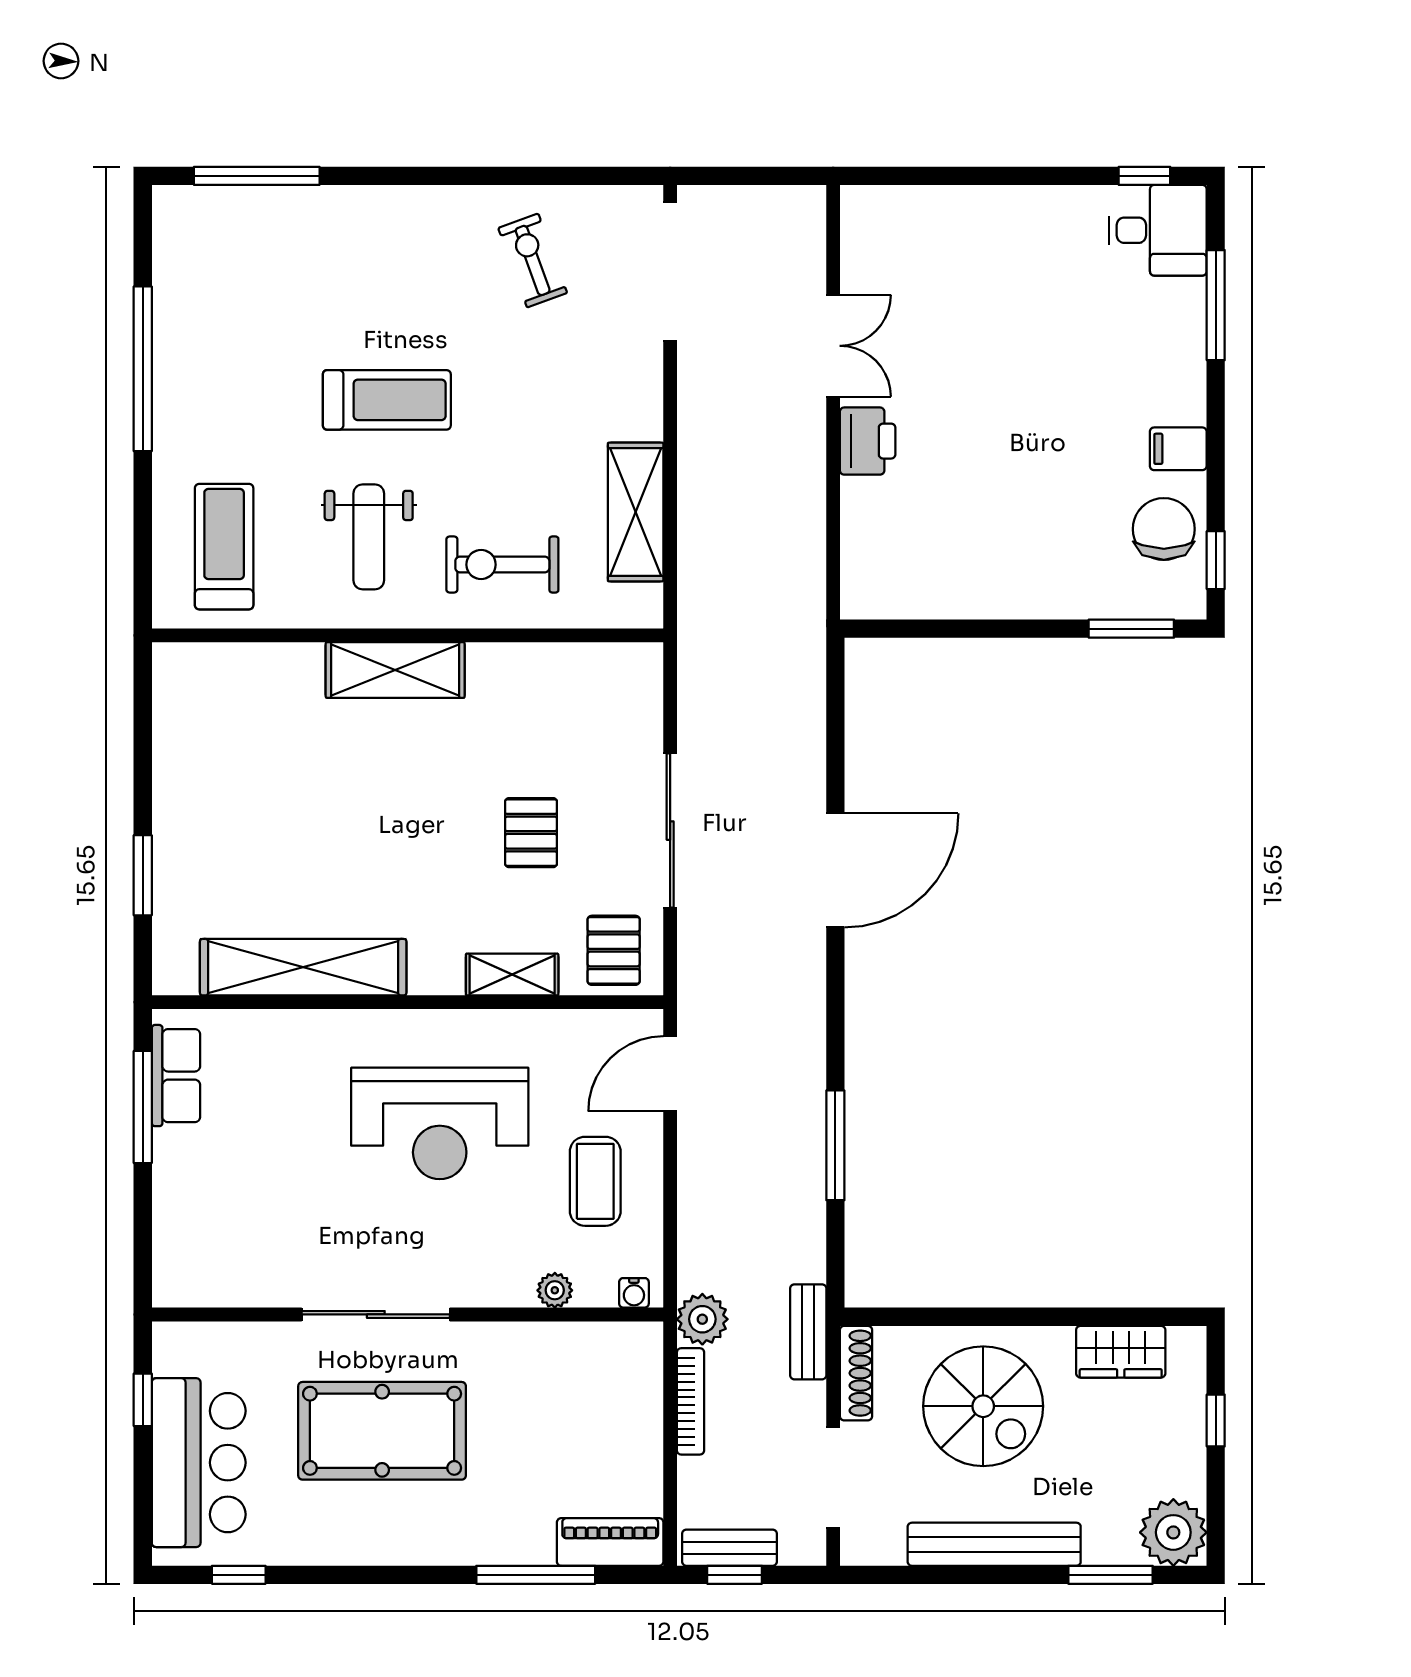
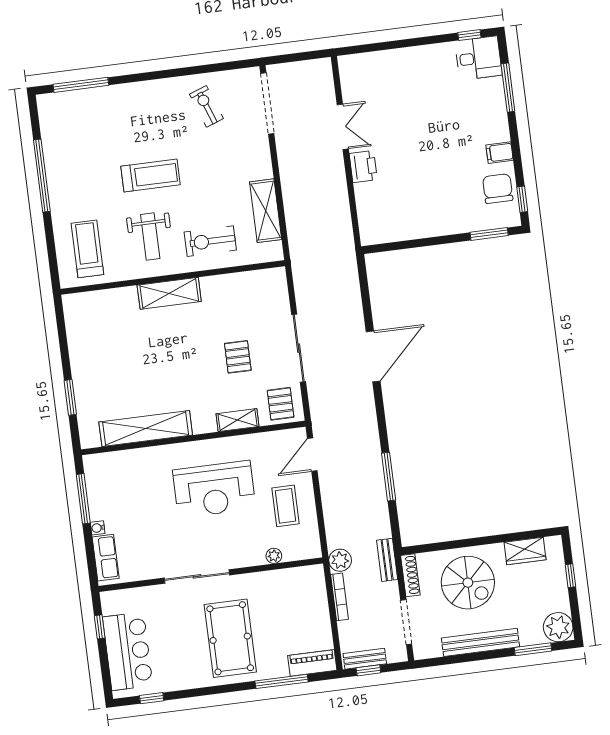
row of seats: (176, 1076) -> (106, 558), moved
water cooler: (634, 1293) -> (98, 528), moved, turned 90
pool table: (382, 1431) -> (230, 638), moved, turned 90

